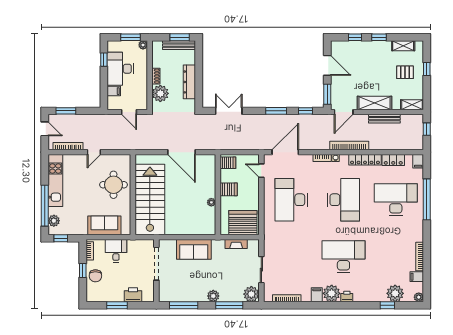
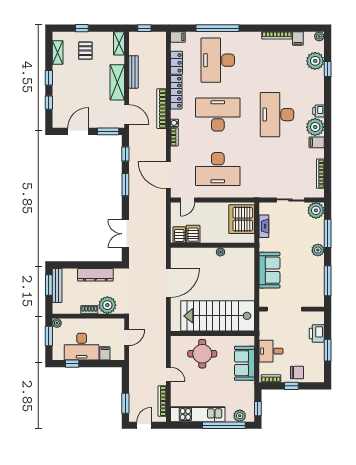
server rack: (229, 189) -> (193, 234), moved

